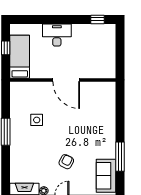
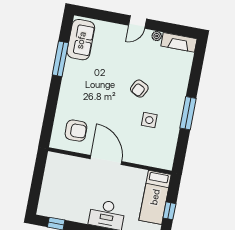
armchair: (96, 100) -> (76, 131), added
armchair: (66, 162) -> (139, 89), moved

